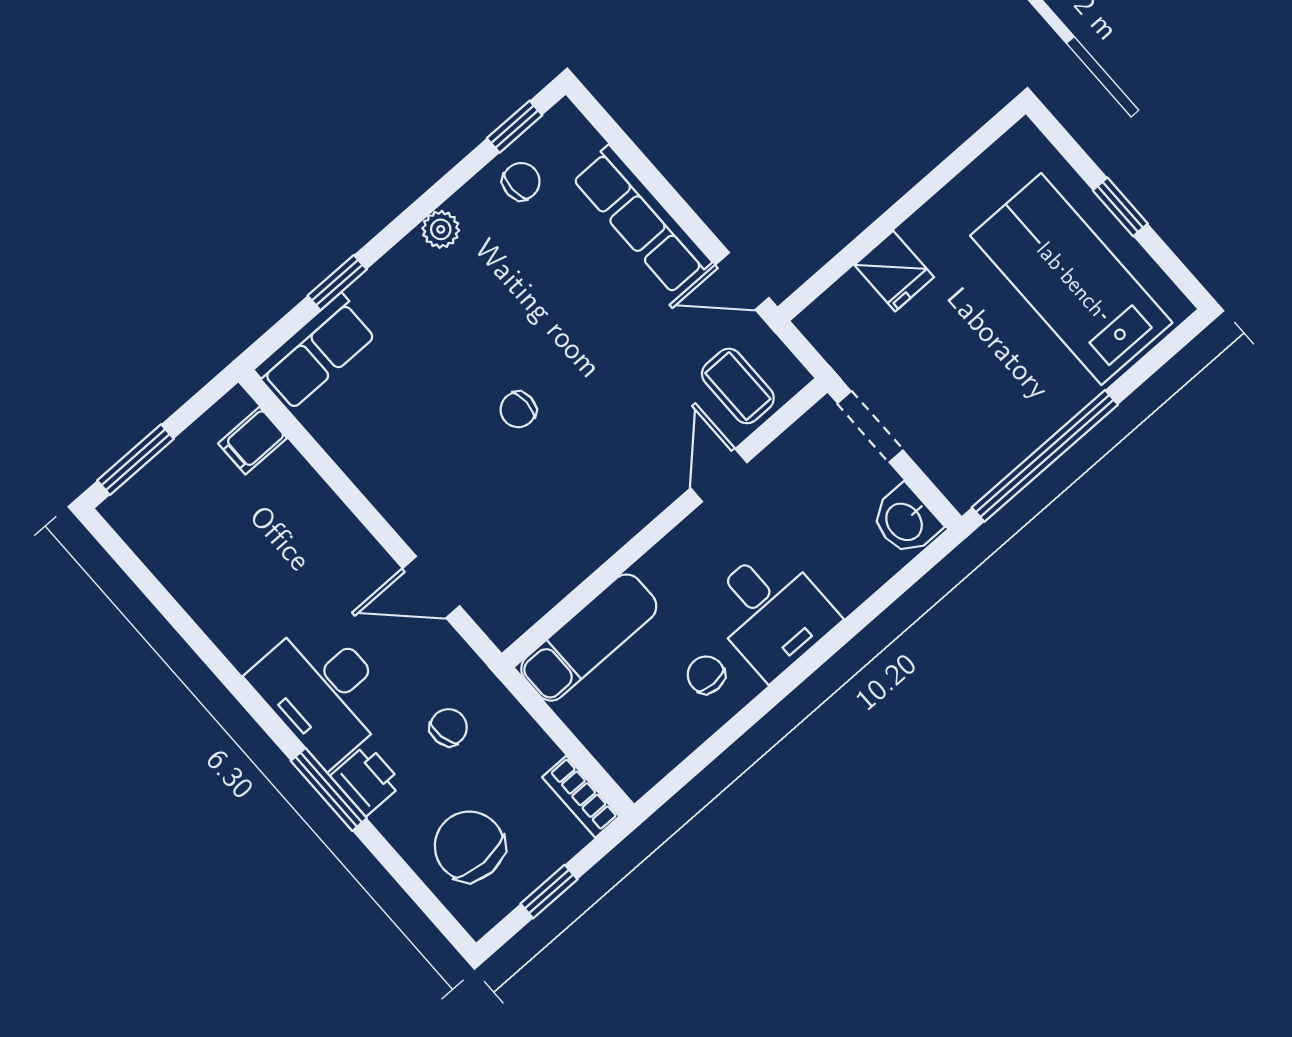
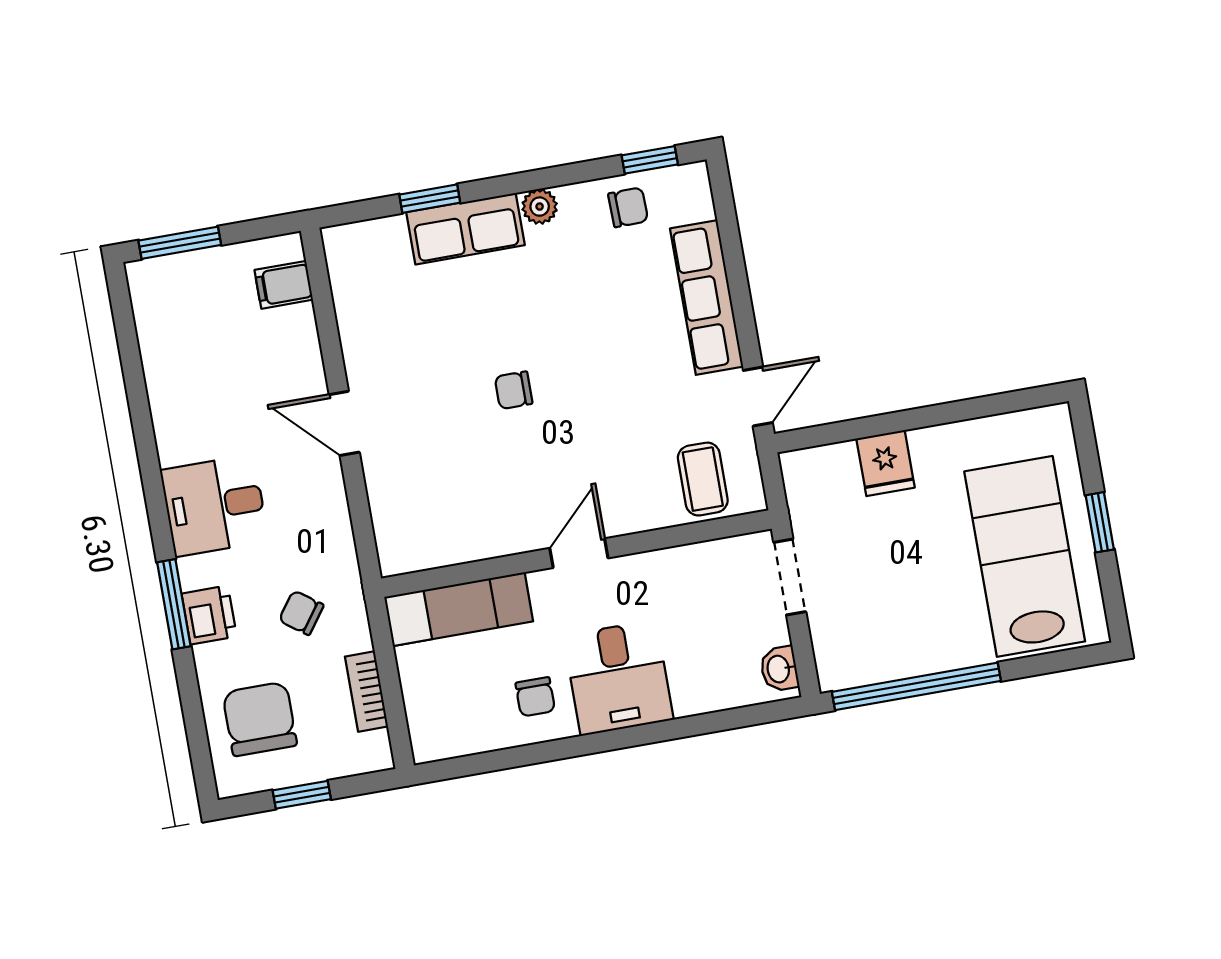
door: (742, 281) -> (758, 397), swing flipped
row of seats: (316, 352) -> (465, 229), moved
door: (719, 475) -> (579, 553), moved
washbasin: (905, 521) -> (779, 669), width x0.72, depth x0.69
door: (431, 587) -> (344, 423), moved
chair: (706, 675) -> (535, 697), turned 180
desk: (323, 691) -> (214, 505), width x0.73
chair: (448, 727) -> (301, 613), turned -134
bookcase: (581, 797) -> (367, 692), moved

